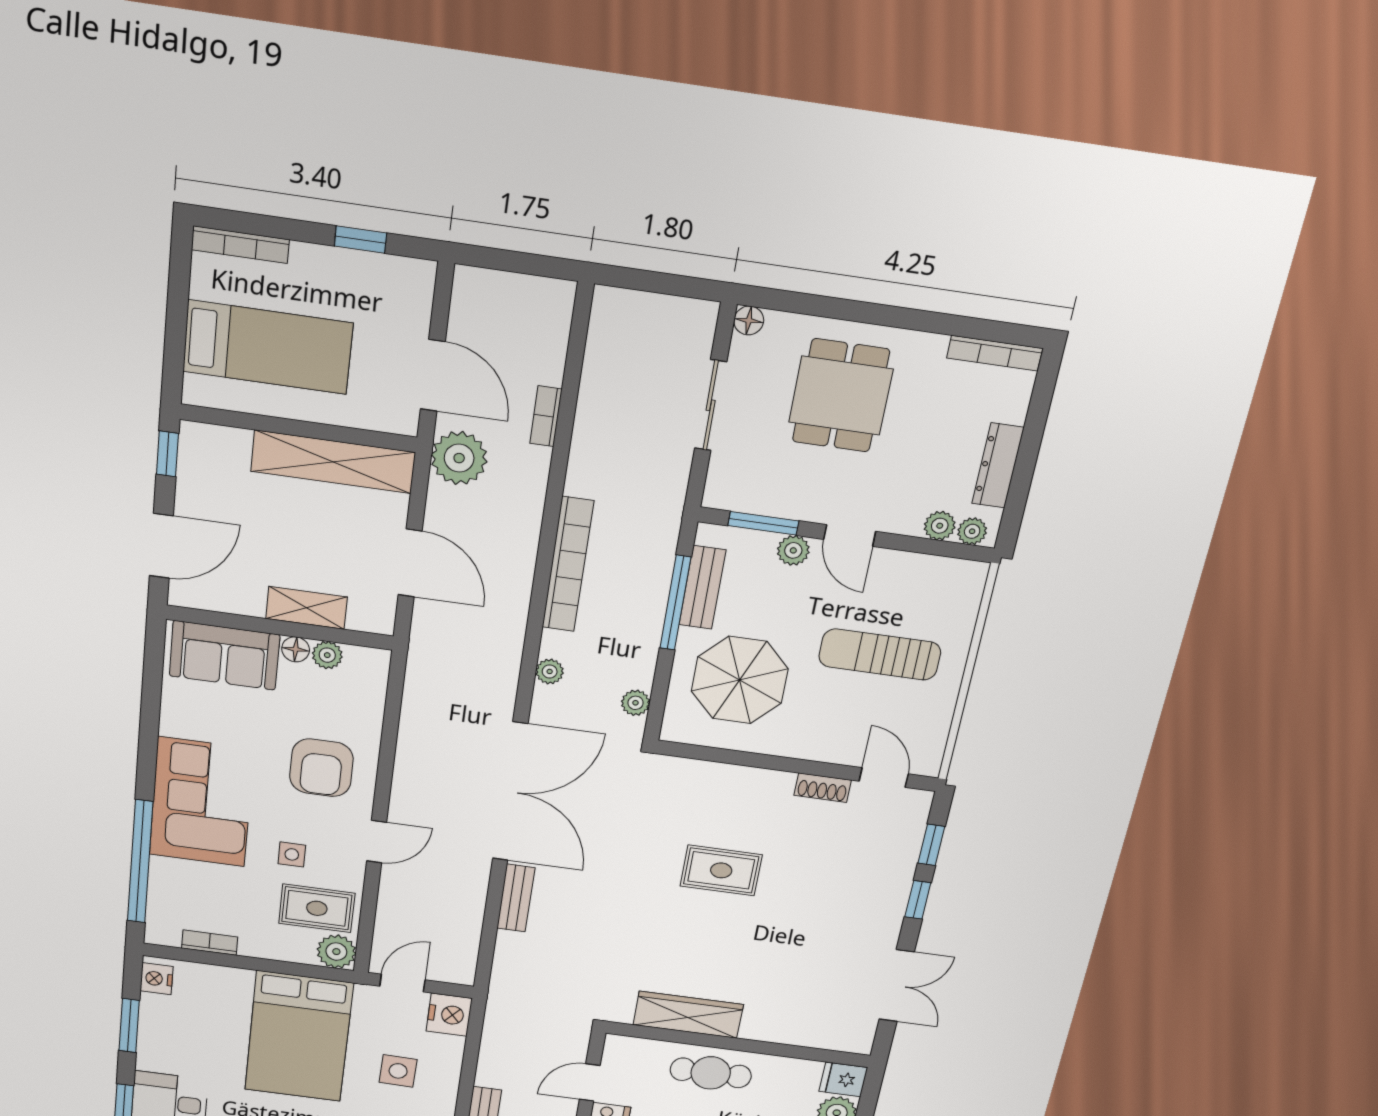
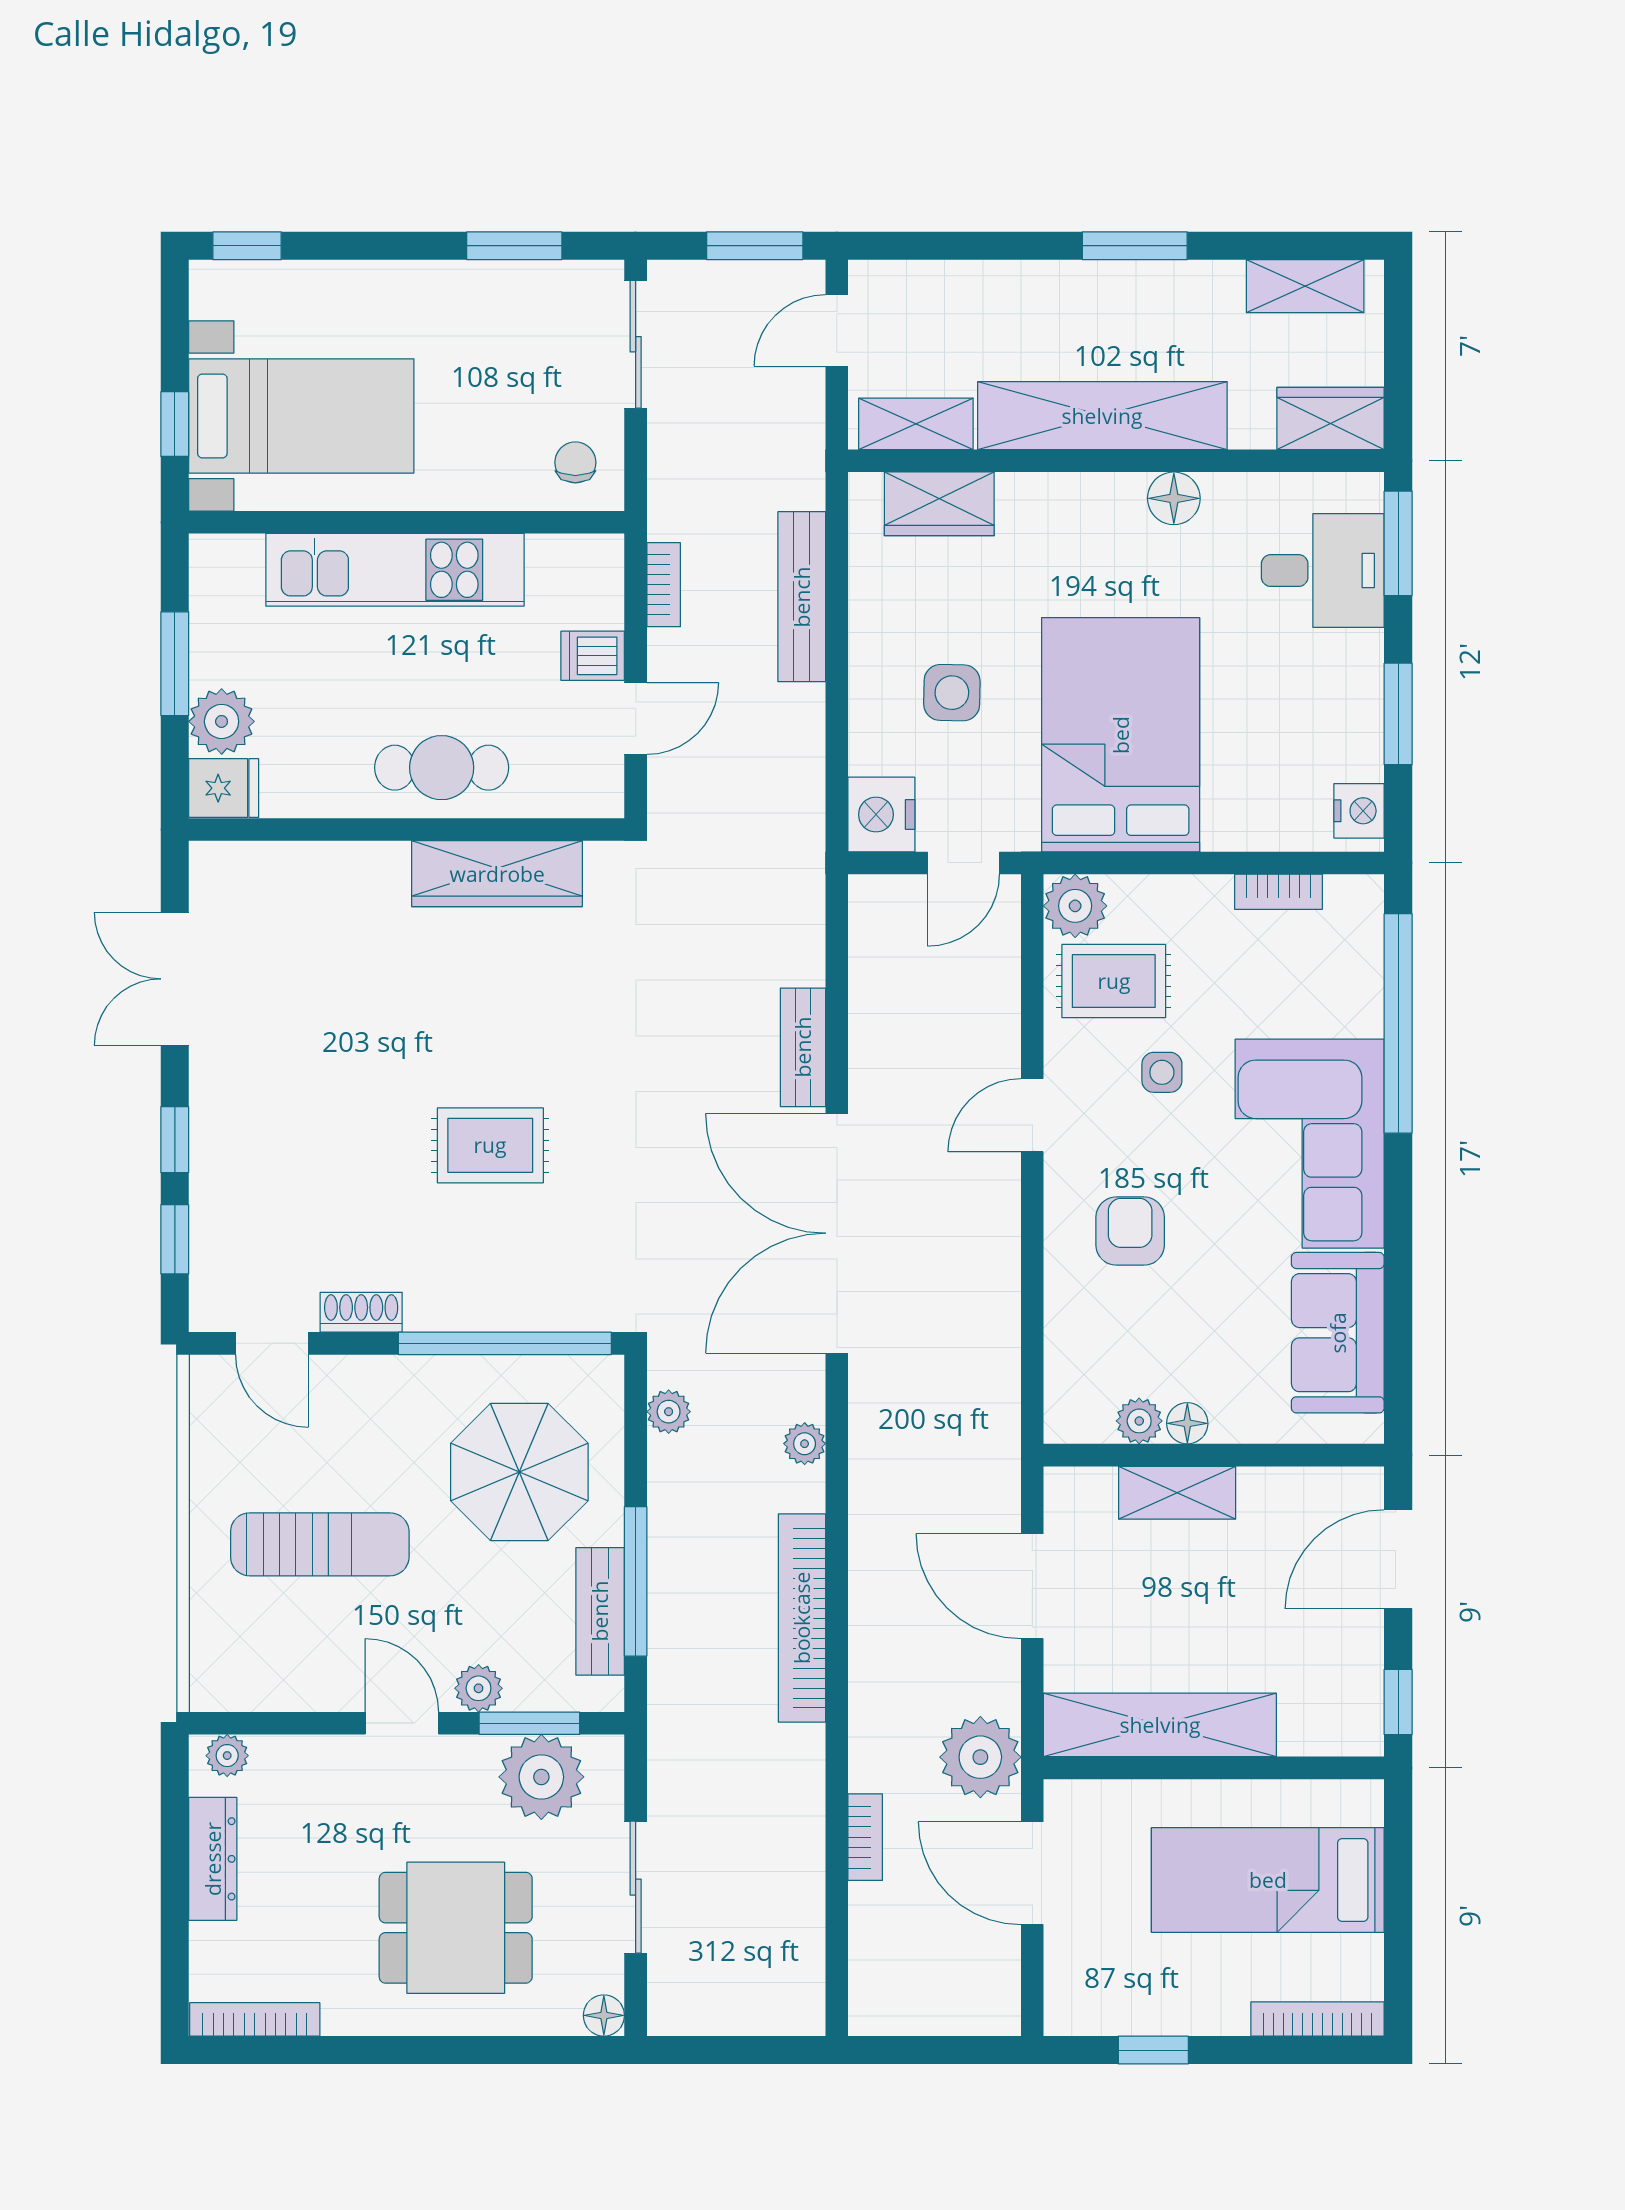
dining table: (841, 396) -> (456, 1928), turned 90
plant: (940, 526) -> (541, 1777), moved, width x1.88, depth x1.88
sofa: (224, 655) -> (1338, 1333), moved, turned -90
window: (734, 757) -> (505, 1343), added
armchair: (321, 768) -> (1130, 1231), width x0.72, depth x0.72

